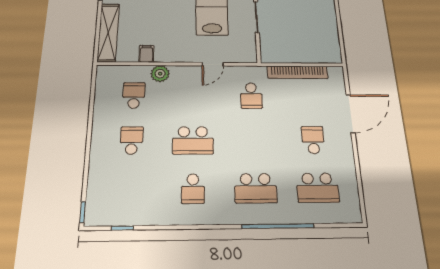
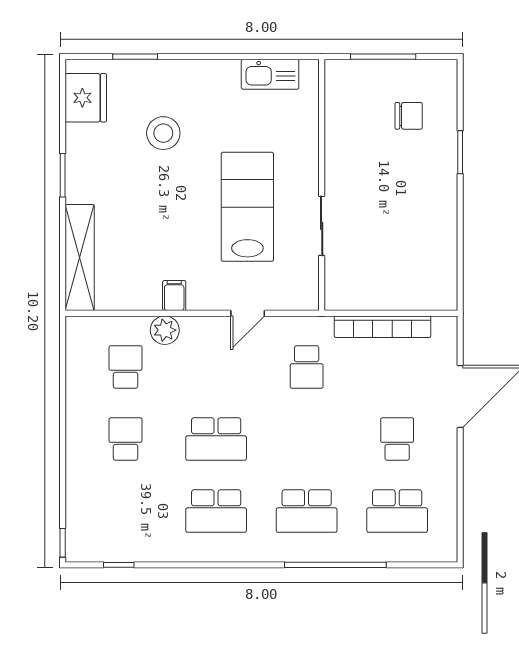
filing cabinet: (146, 54) -> (174, 296), moved
school desk: (193, 189) -> (216, 511), width x1.85

